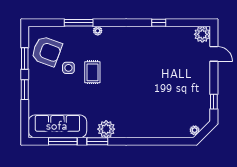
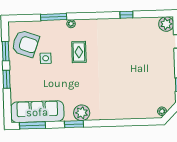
rug: (92, 72) -> (79, 52), moved
window: (63, 141) -> (32, 125), moved

